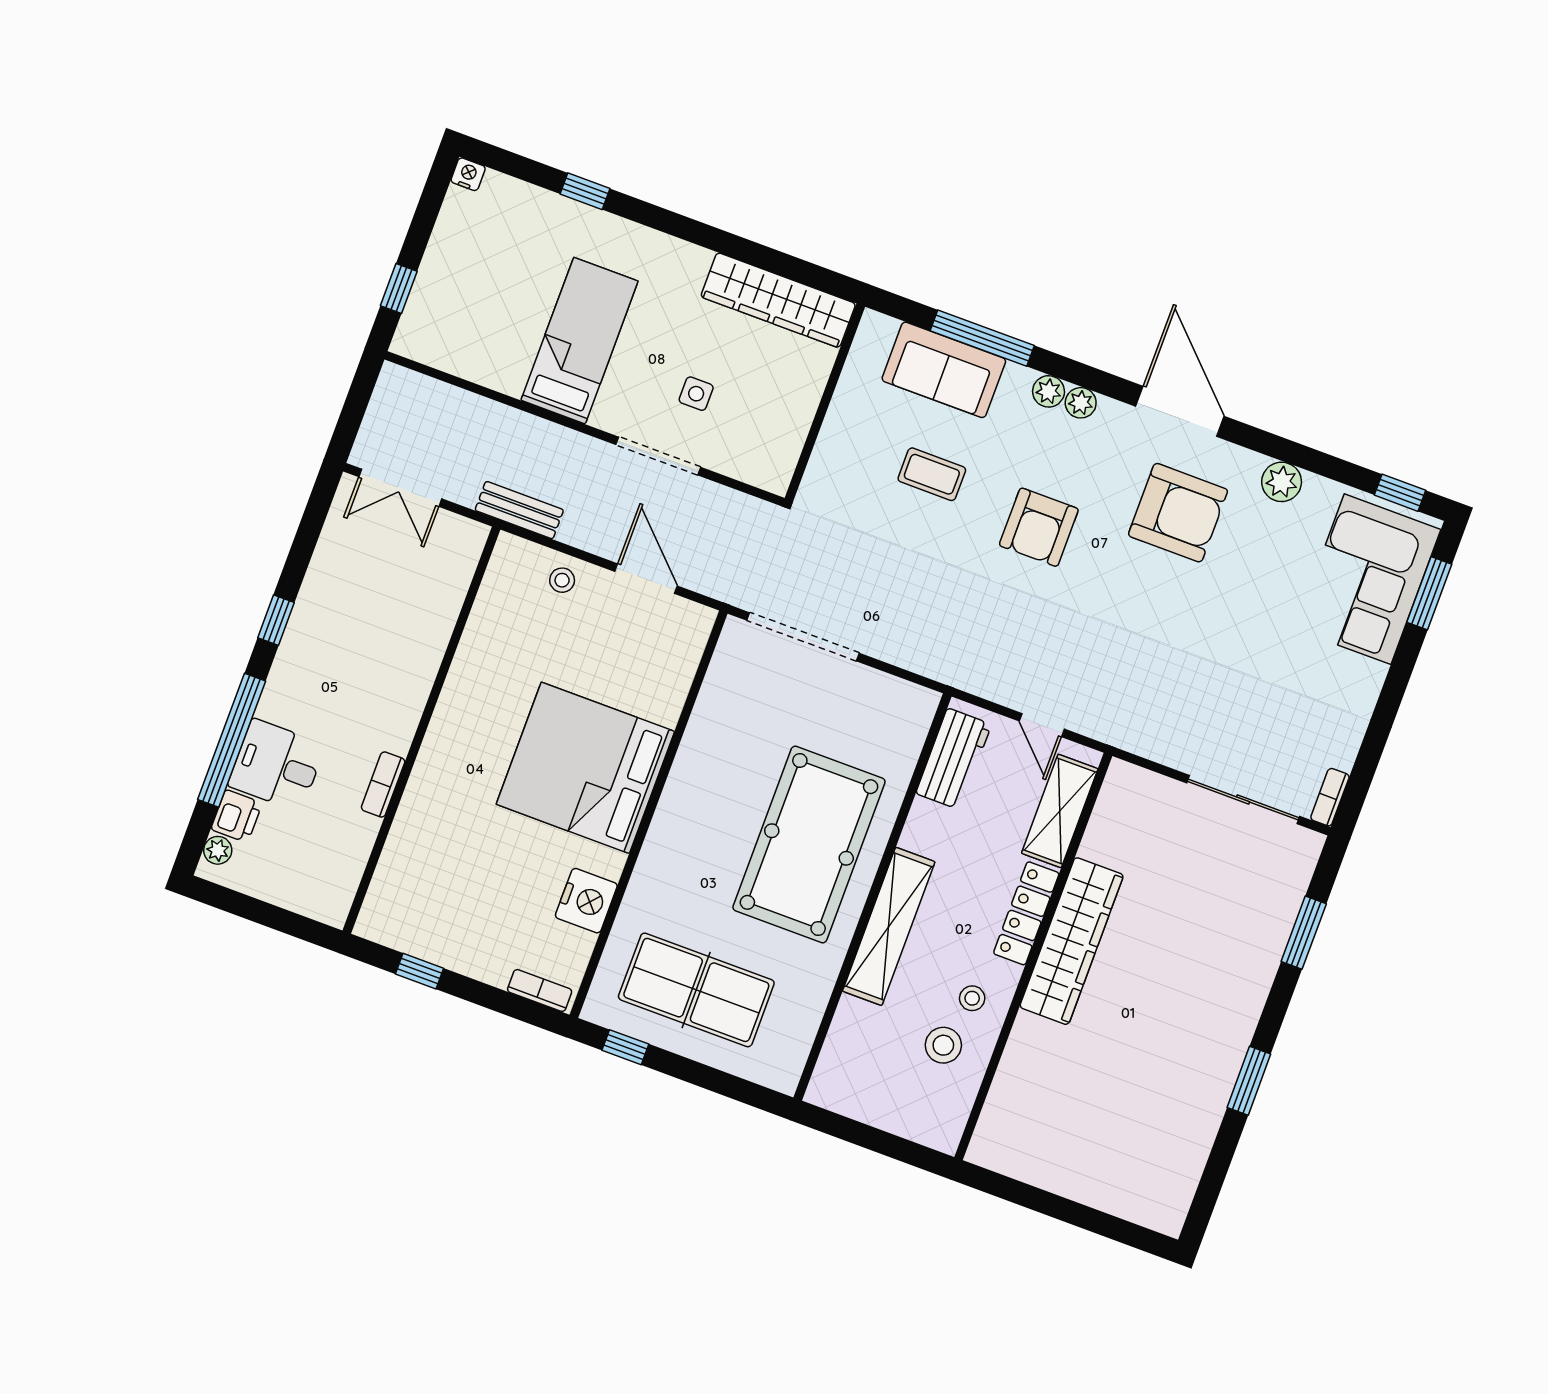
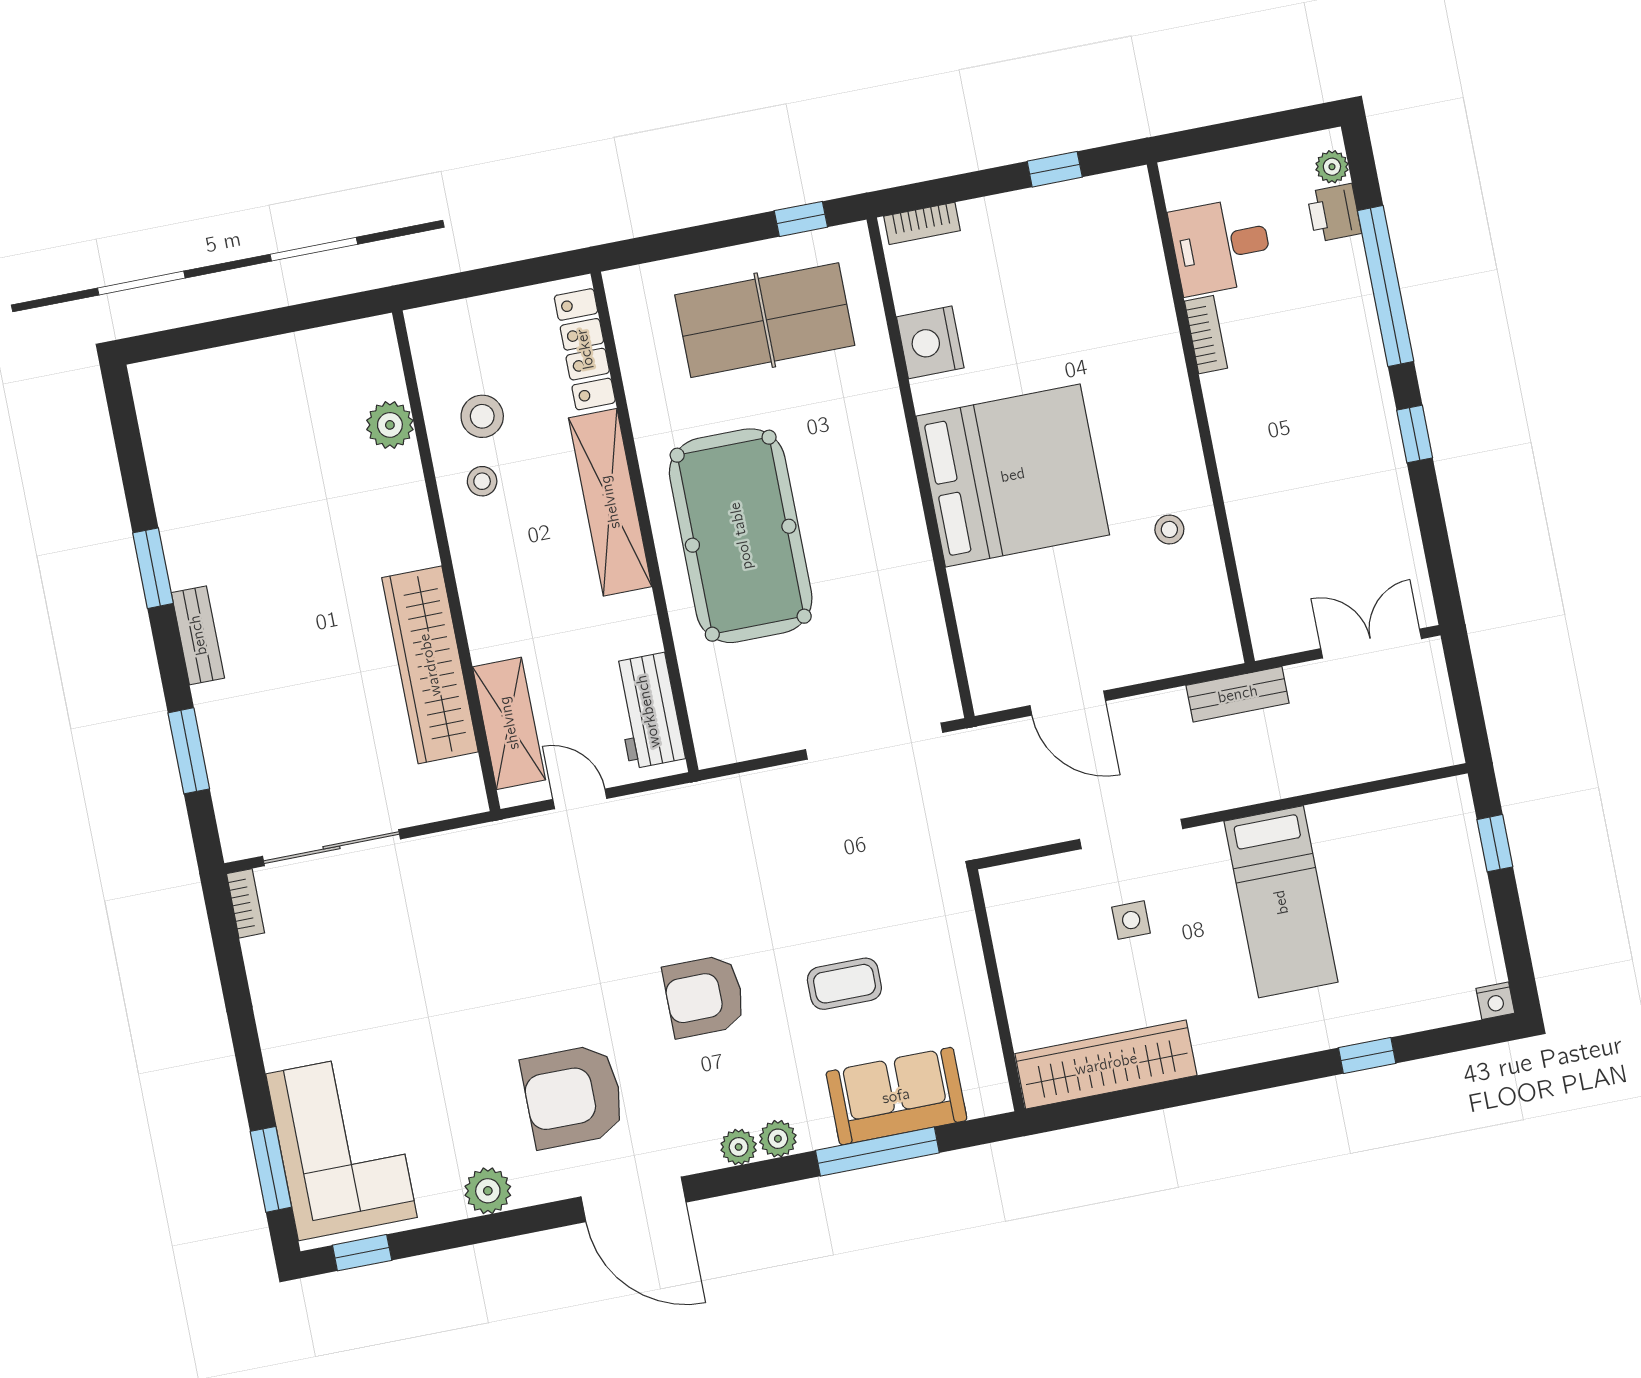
armchair: (1039, 527) -> (704, 996), turned -90
stool: (562, 580) -> (1169, 529), moved
desk: (277, 765) -> (1221, 246), moved, turned 180
locker: (1026, 913) -> (585, 349), moved, turned 180
wardrobe: (1072, 941) -> (430, 665), moved
bench: (1246, 1012) -> (198, 635), added
plant: (1014, 1080) -> (390, 425), added

